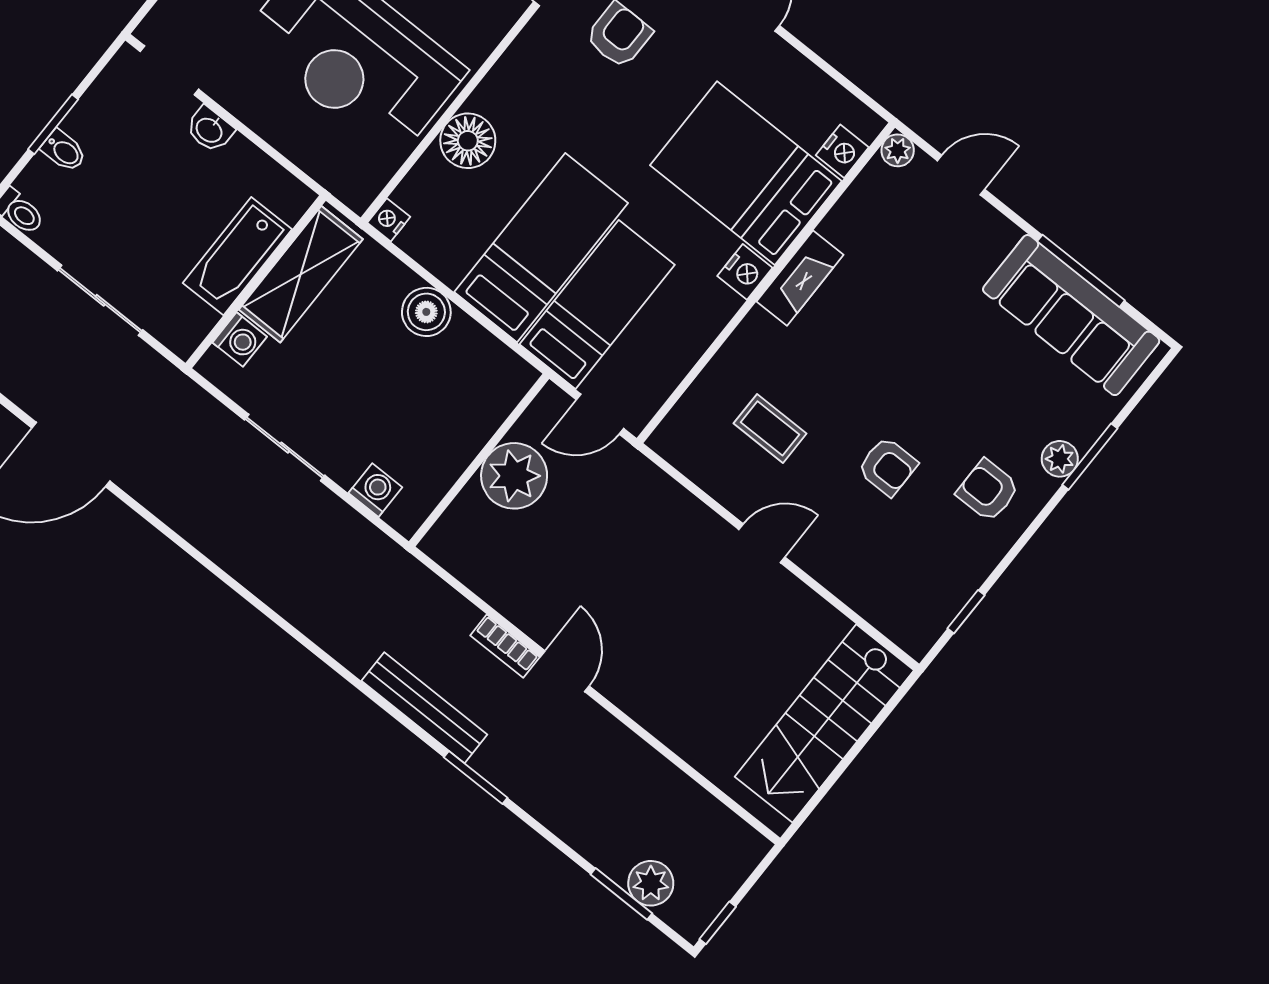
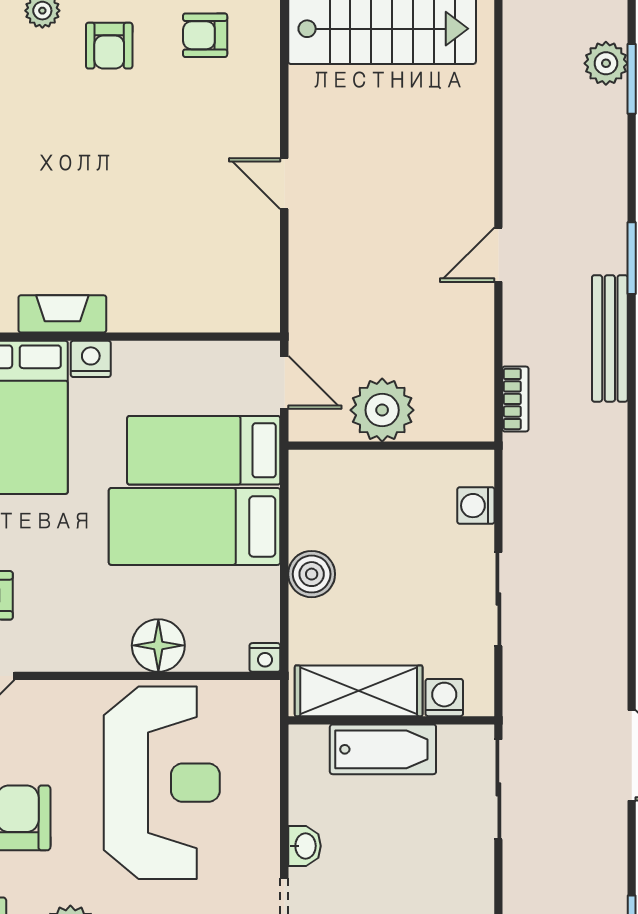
sliding door: (100, 300) -> (498, 789), moved
coffee table: (770, 428) -> (193, 246), removed
armchair: (887, 467) -> (205, 35), moved, turned -90
bookcase: (505, 646) -> (515, 399), moved

